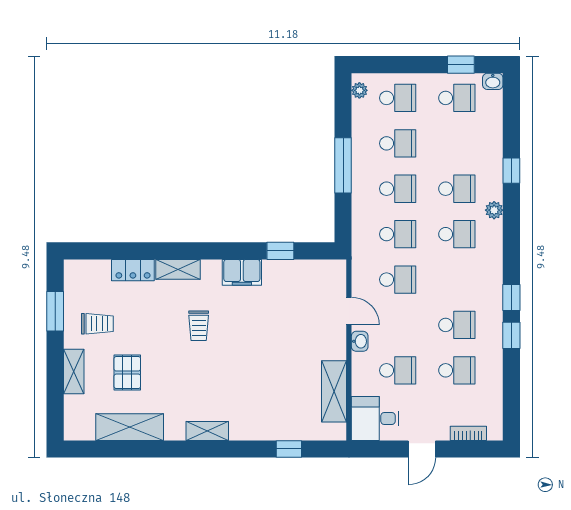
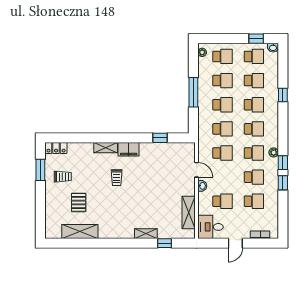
school desk: (457, 143) -> (254, 81), added
plant: (494, 210) -> (274, 152), moved
locker: (133, 270) -> (56, 148), moved
filing cabinet: (242, 272) -> (129, 149), moved
school desk: (457, 280) -> (254, 153), added
shelving: (74, 371) -> (50, 202), removed
shelving: (207, 431) -> (146, 234), moved

